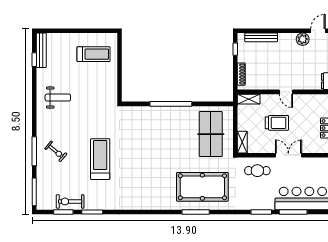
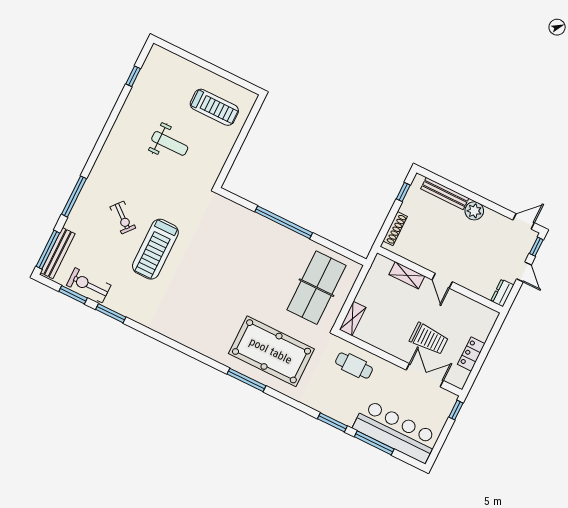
plant: (303, 39) -> (474, 211), moved
bench: (41, 50) -> (58, 253), moved
weight bench: (58, 98) -> (170, 143), moved
shelving: (249, 99) -> (407, 275), moved
trolley: (277, 123) -> (429, 339), moved
exercise bike: (56, 151) -> (123, 217), moved
double door: (288, 155) -> (425, 375), moved
treadmill: (100, 159) -> (155, 249), turned 180

